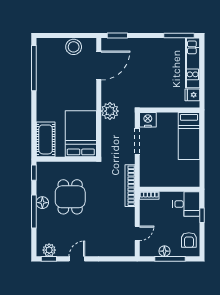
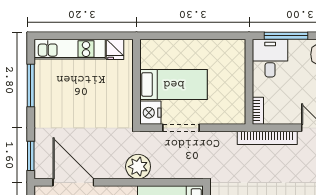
window: (179, 36) -> (31, 86), moved
bed: (189, 136) -> (174, 84), moved
bookcase: (130, 186) -> (267, 138), moved
window: (202, 215) -> (286, 36), width x2.17

